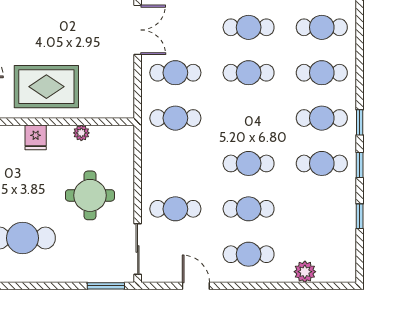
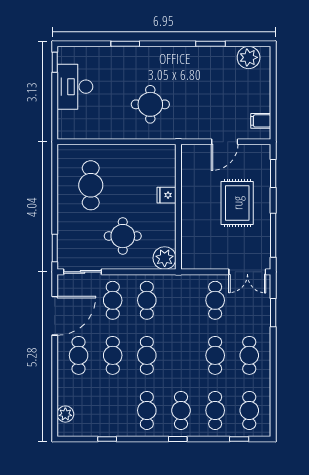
rug: (46, 87) -> (237, 203), moved
cafe table: (175, 118) -> (147, 300), moved
plant: (81, 133) -> (165, 258), moved, width x1.87, depth x1.87
window: (360, 165) -> (239, 439), moved
plant: (305, 272) -> (65, 414), moved
door: (196, 286) -> (55, 316), width x1.87

